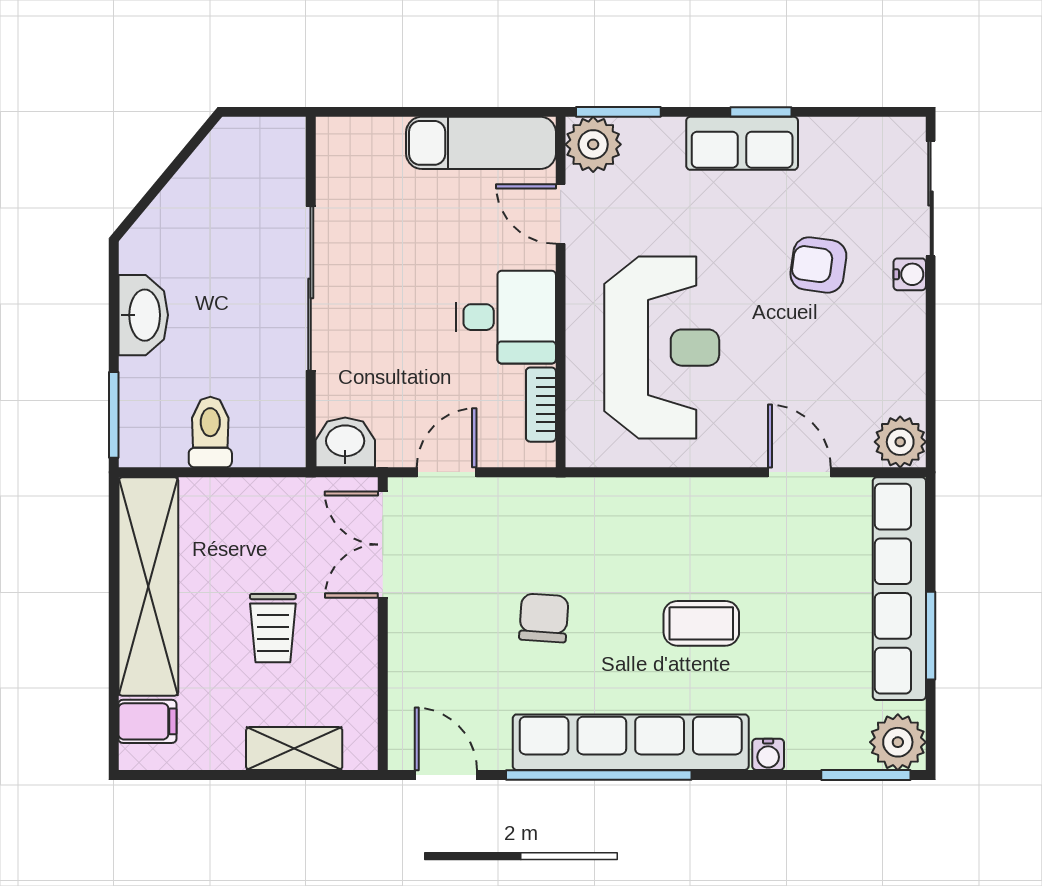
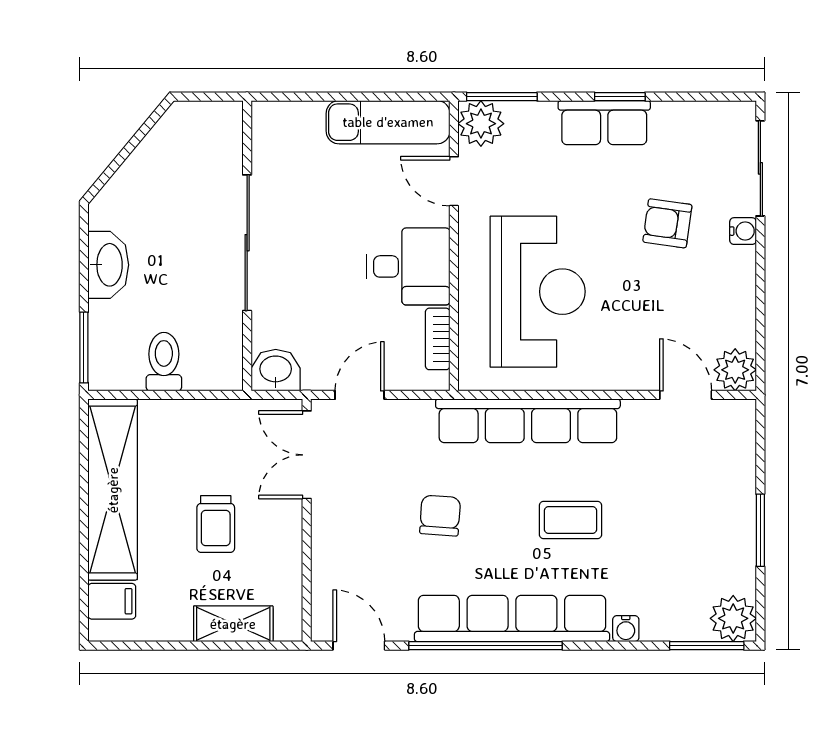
door: (799, 472) -> (686, 395), moved
row of seats: (899, 589) -> (528, 421), moved, turned -90

